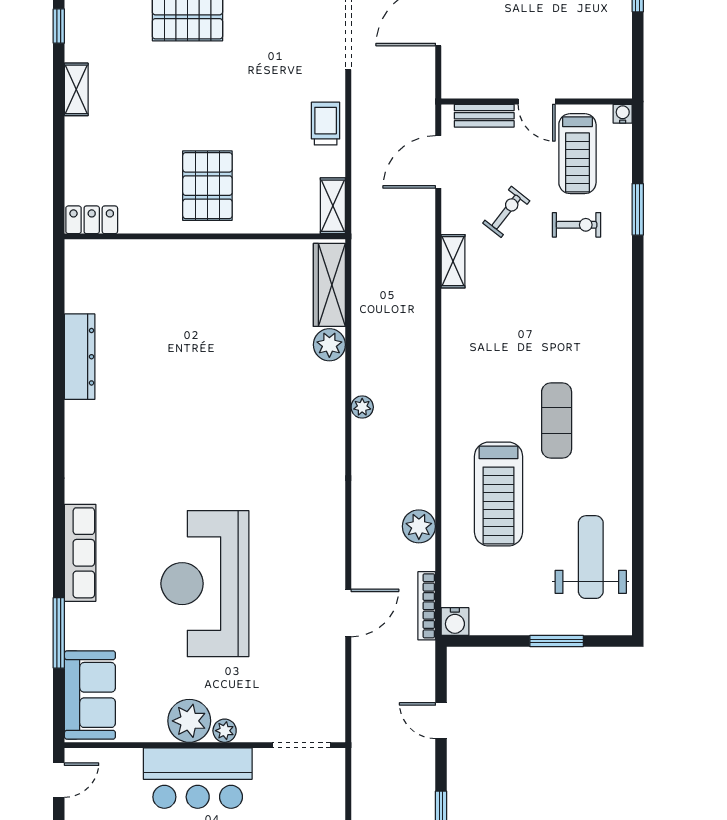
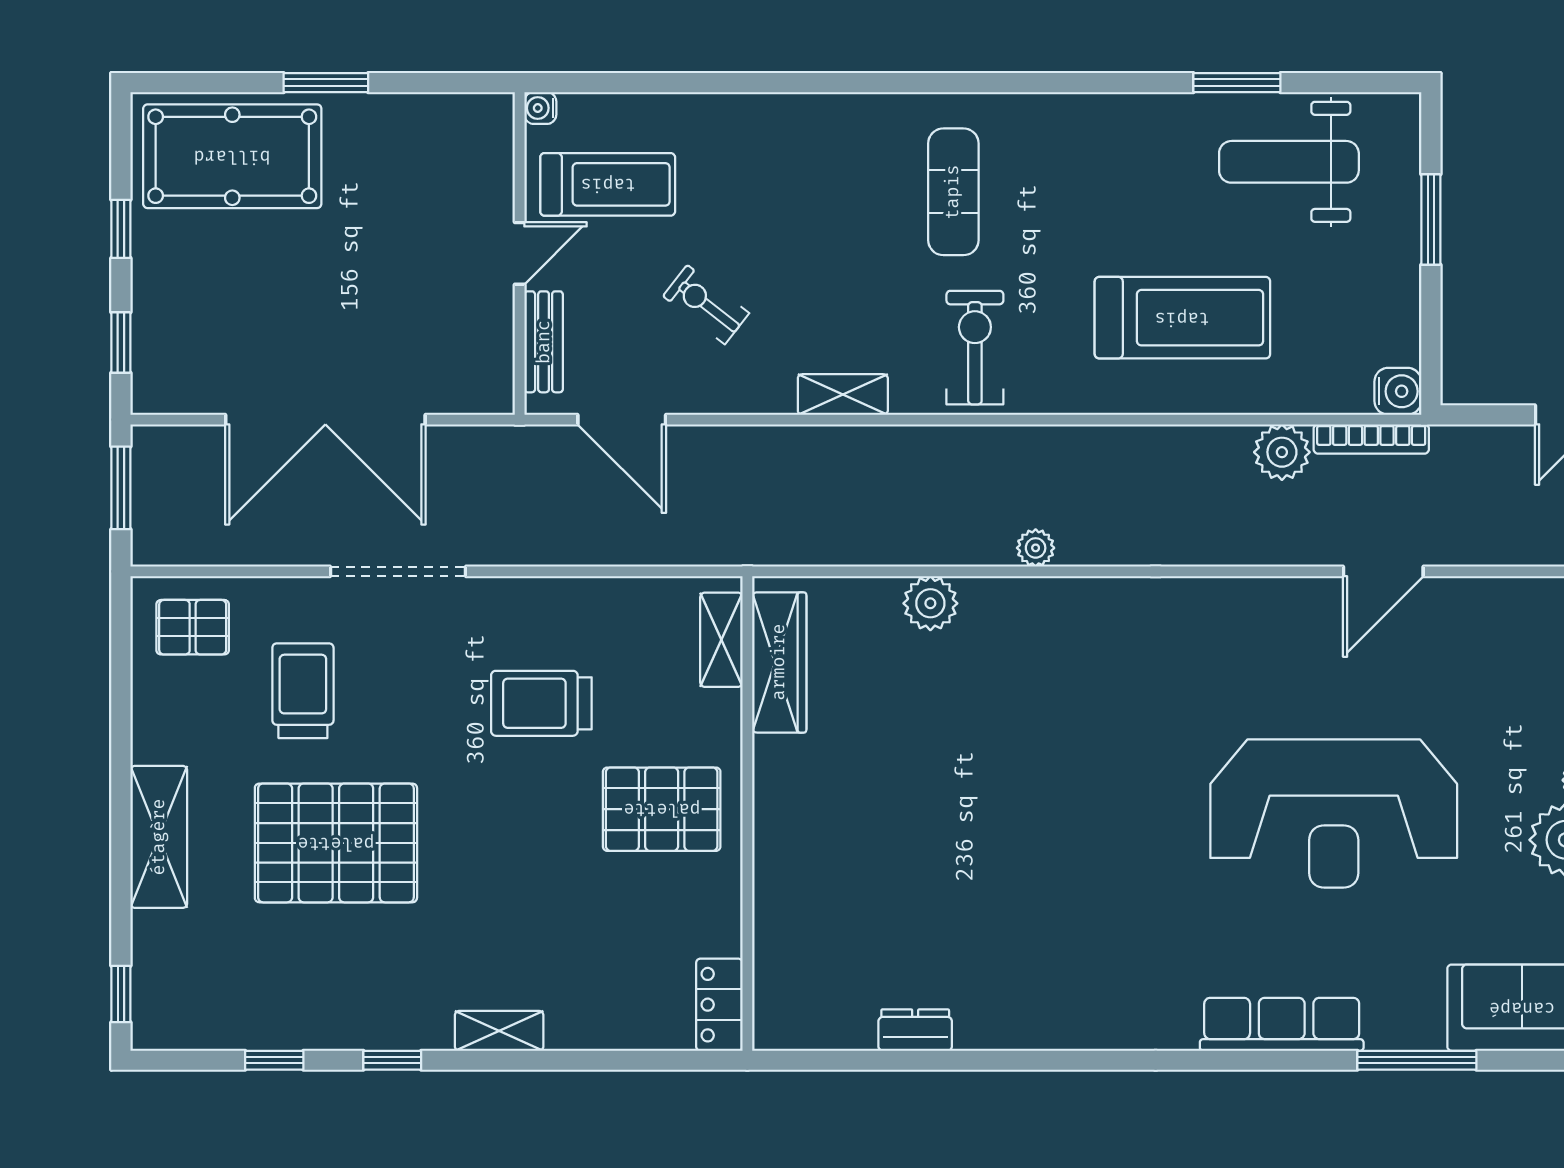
trolley: (326, 124) -> (541, 703), moved, width x1.36, depth x1.39
shelving: (333, 206) -> (721, 640), moved, turned 90
window: (638, 209) -> (1237, 83), moved
exercise bike: (577, 225) -> (975, 348), moved, width x1.38, depth x1.39
shelving: (453, 261) -> (843, 395), moved
wardrobe: (329, 285) -> (779, 662), moved, turned -90
dresser: (80, 357) -> (915, 1030), width x0.51, depth x0.80
exercise mat: (557, 421) -> (953, 192), moved, turned 90
plant: (419, 526) -> (1282, 452), moved
door: (348, 613) -> (1383, 571), swing flipped

